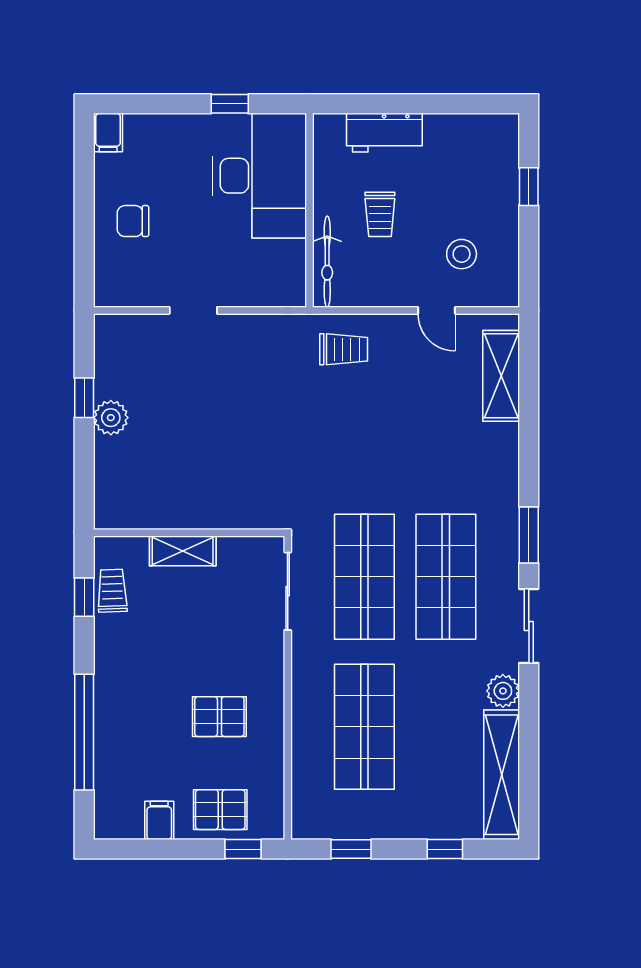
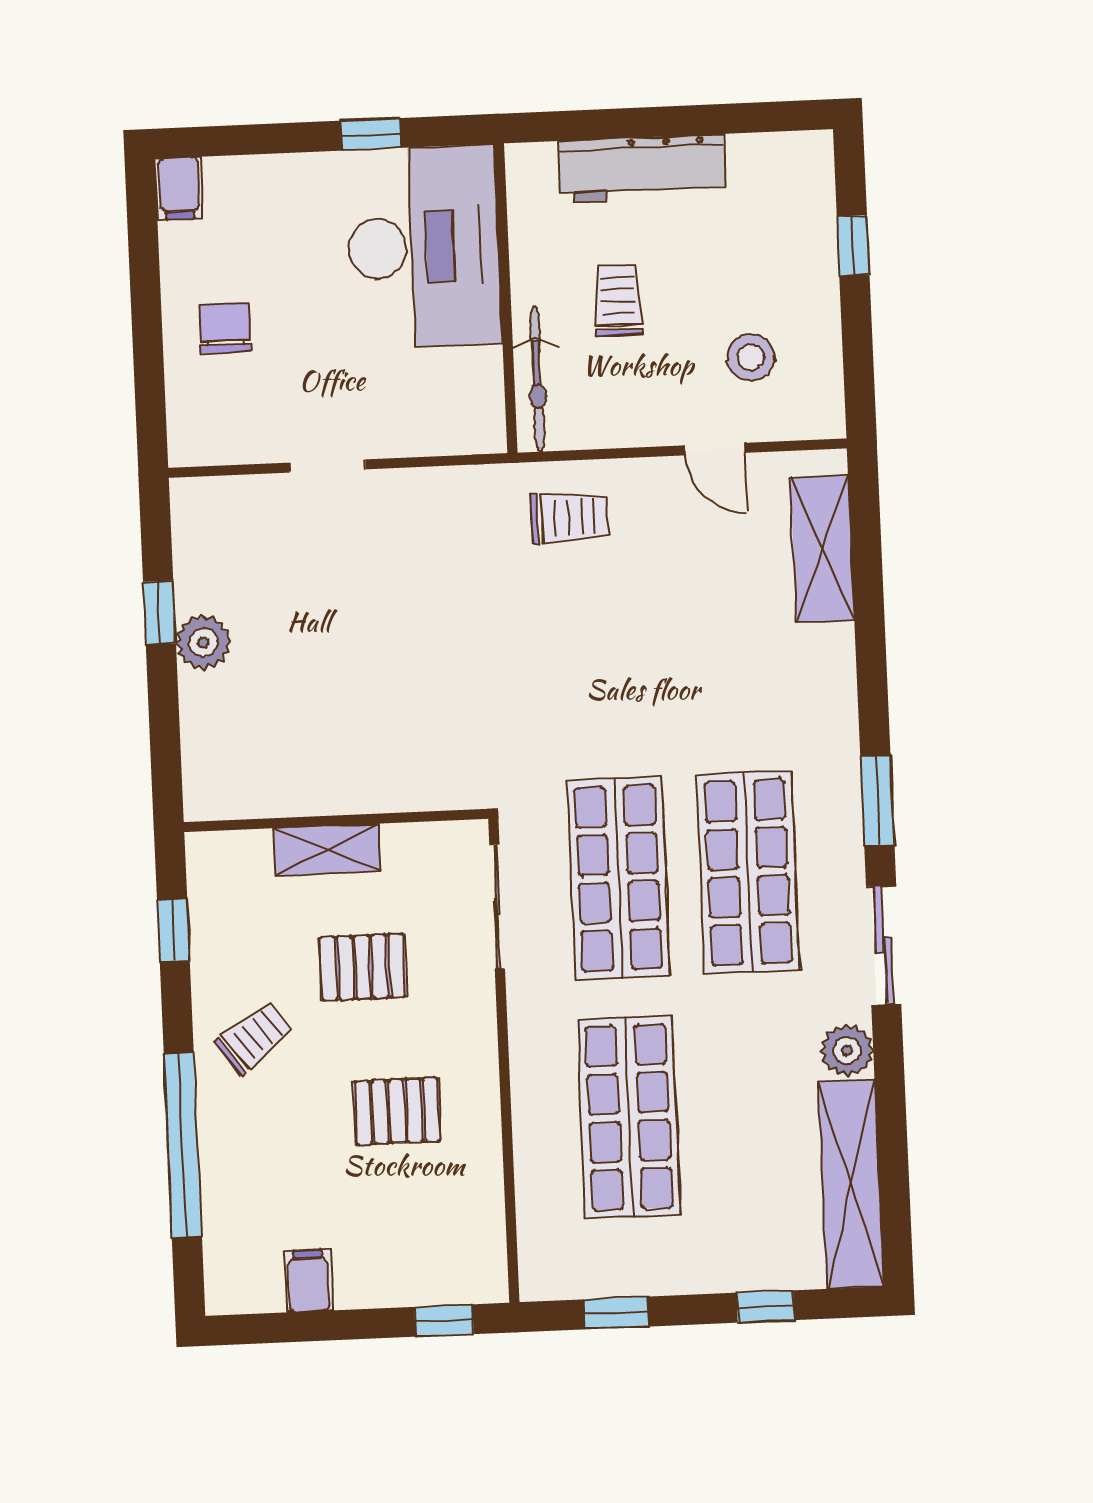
workbench: (384, 133) -> (642, 169), width x1.38
trolley: (380, 214) -> (618, 300), turned 180
chair: (133, 221) -> (225, 328), turned 90
trolley: (112, 591) -> (254, 1037), moved, turned 56
pallet: (220, 810) -> (363, 967), moved

